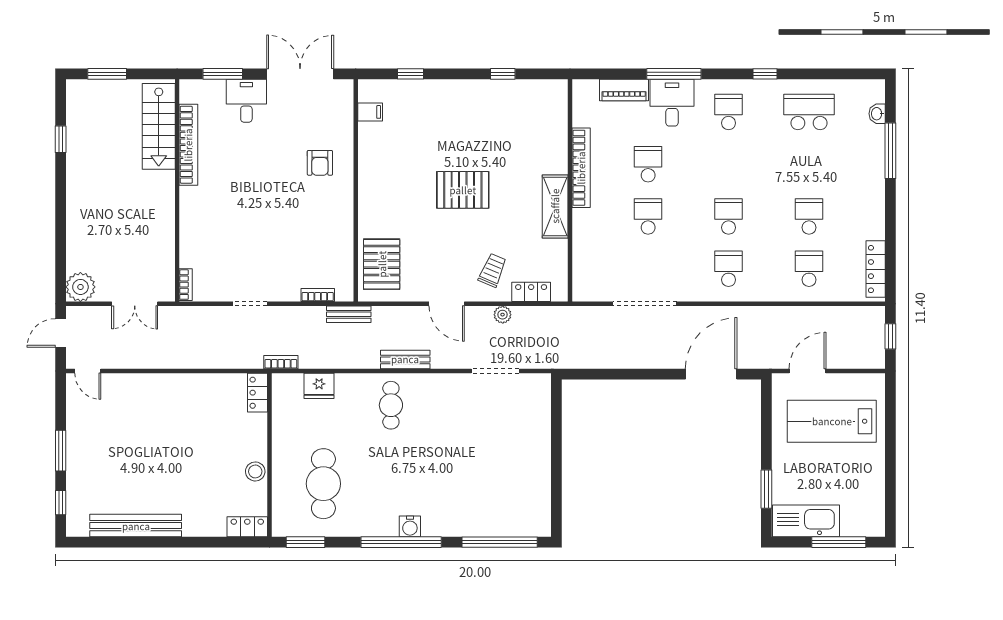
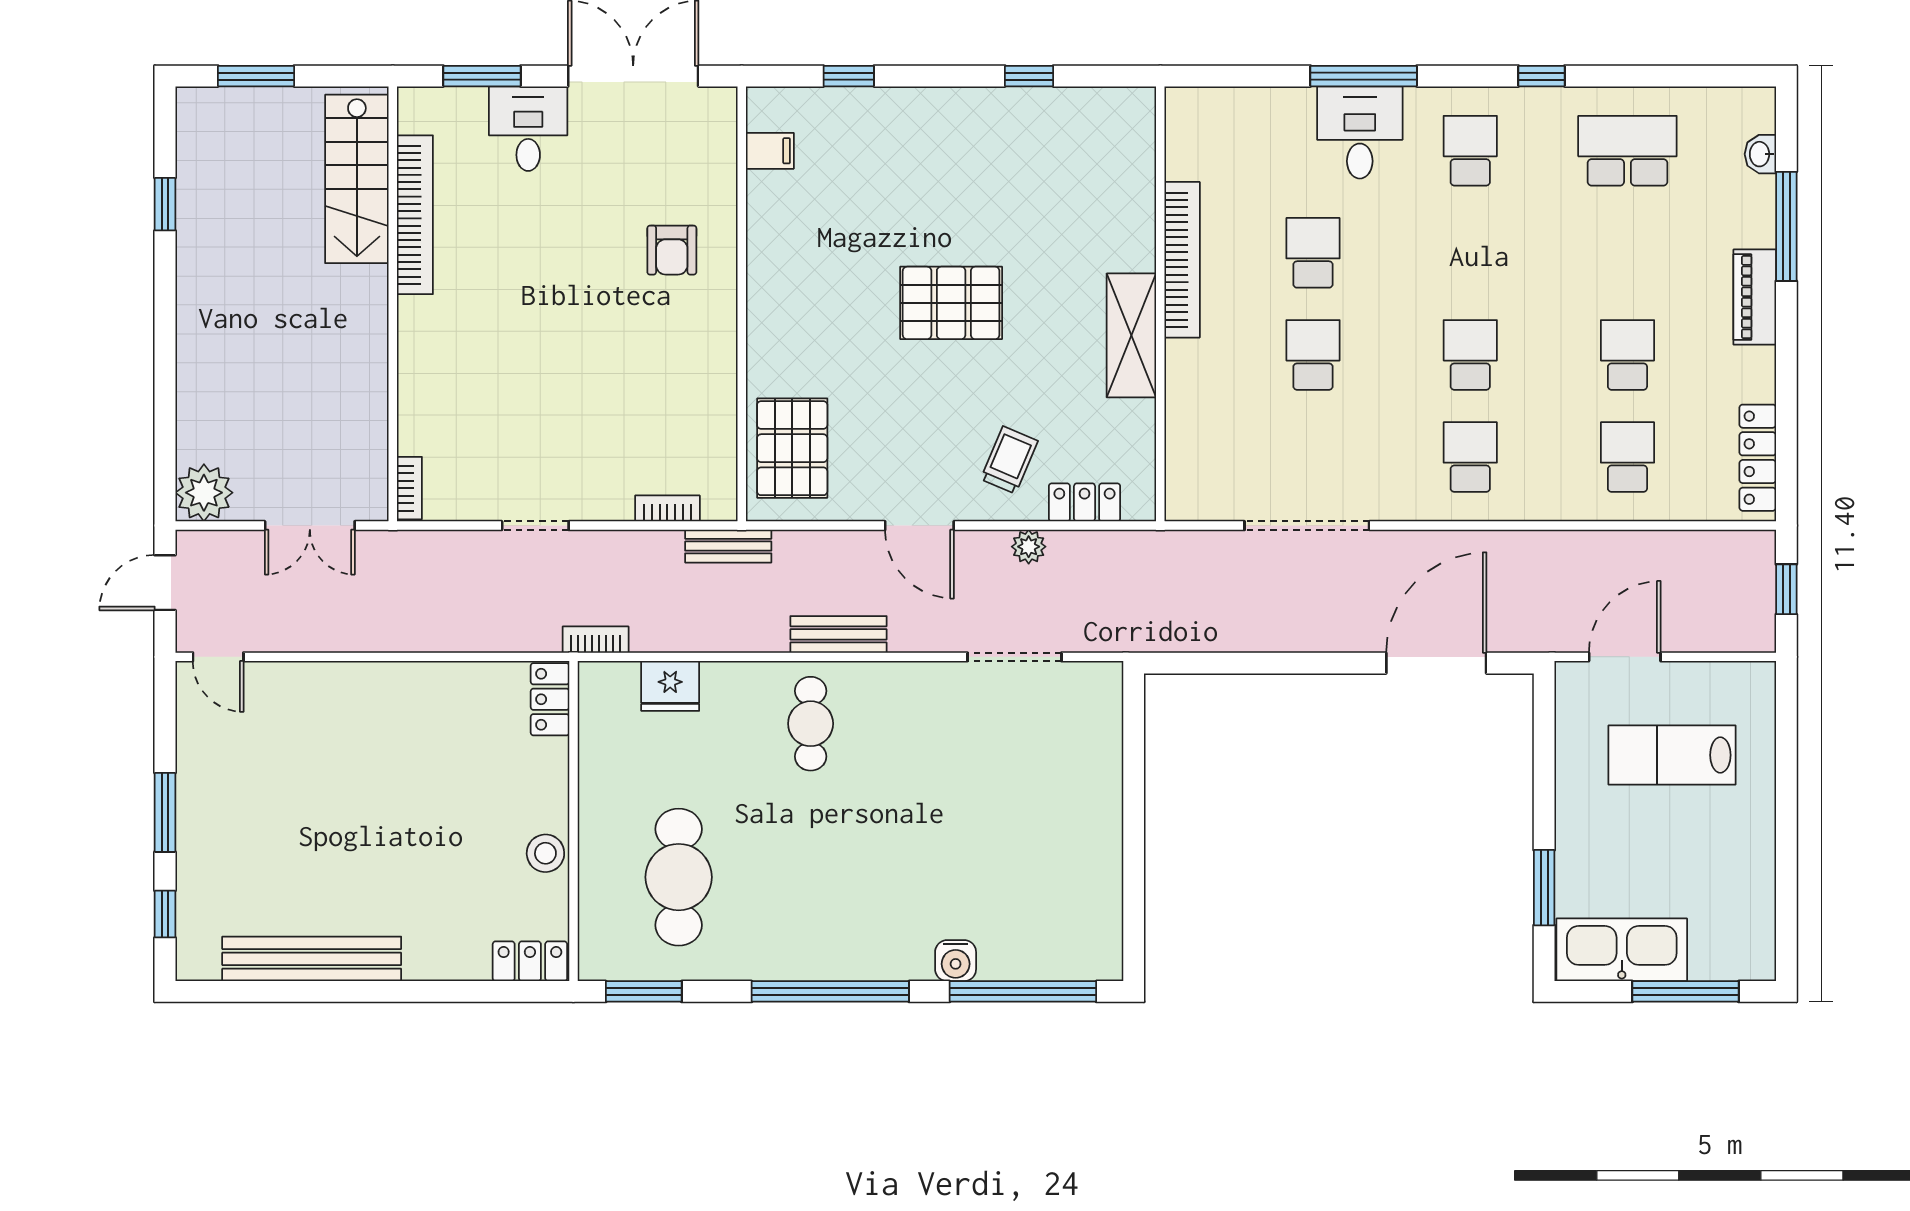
piano: (624, 90) -> (1755, 297), moved, turned 90
lab bench: (832, 421) -> (1672, 755), width x0.73, depth x0.72
water cooler: (410, 526) -> (956, 961), moved

